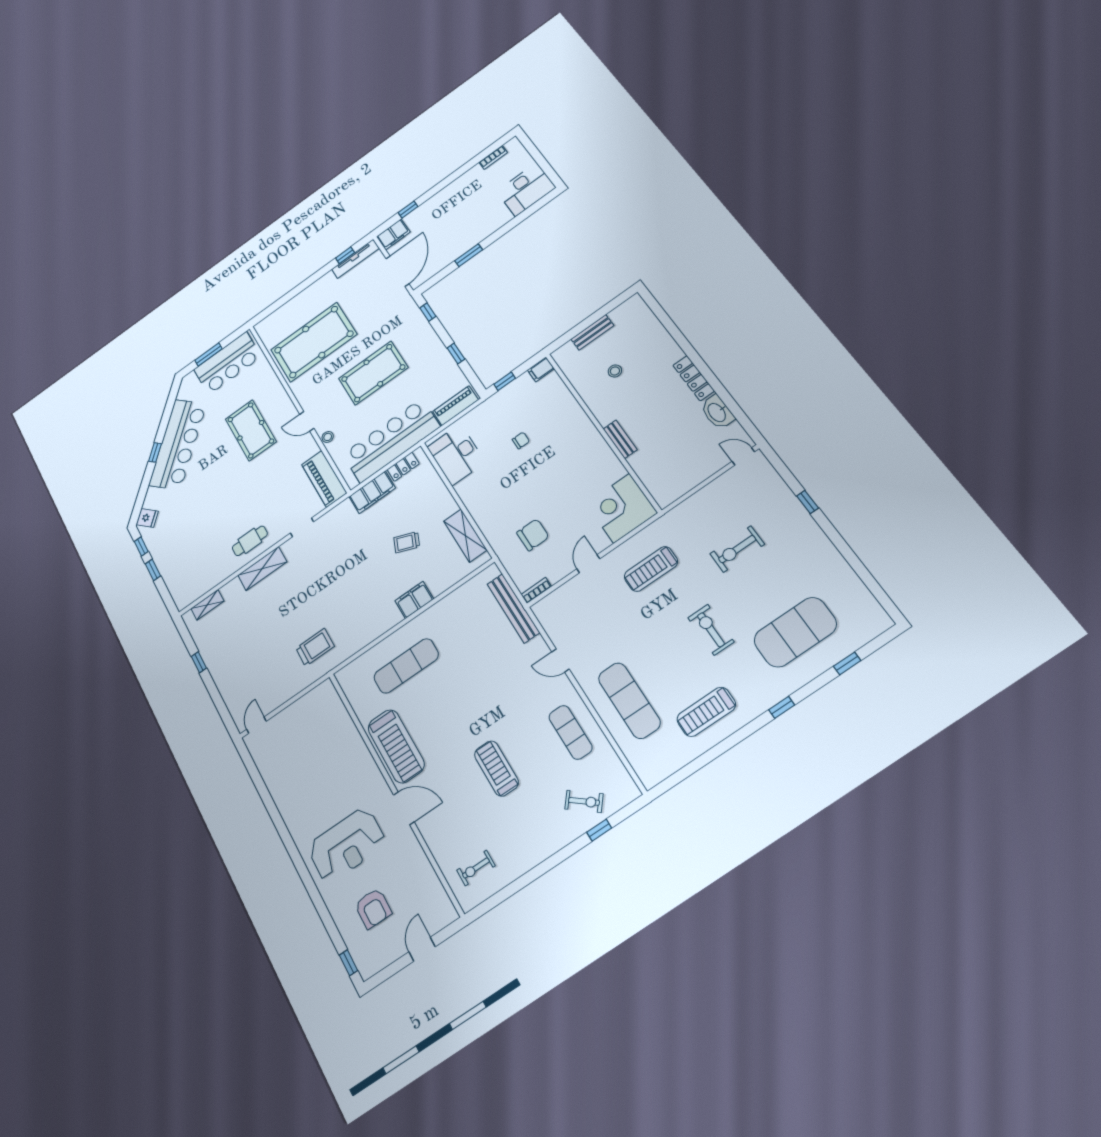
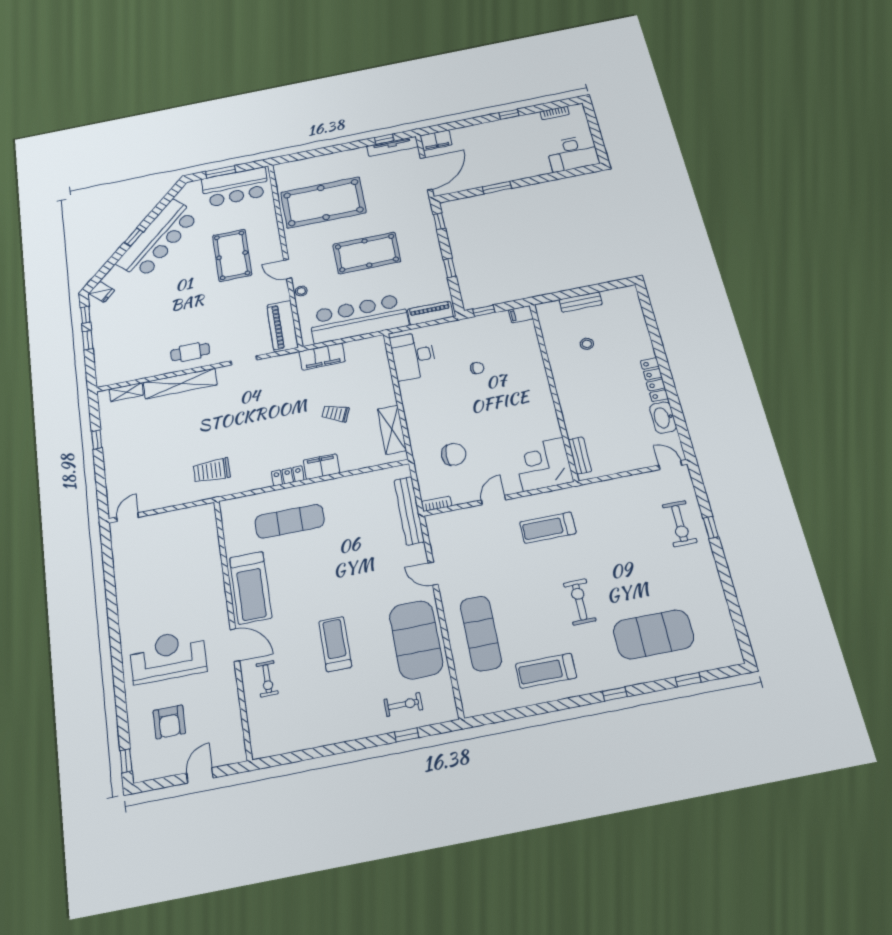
window: (408, 210) -> (509, 114), moved
bench: (620, 439) -> (580, 455), moved
locker: (403, 467) -> (288, 476), moved, turned 180
exercise bike: (737, 549) -> (680, 524), moved, turned -90
shelving: (262, 569) -> (180, 384), width x1.47
trolley: (315, 647) -> (212, 471), turned 180
exercise mat: (570, 732) -> (416, 640), width x2.00, depth x1.45
exercise bike: (584, 801) -> (403, 704), turned -39
reception desk: (347, 845) -> (168, 656), turned 180
exercise bike: (476, 868) -> (267, 679), moved, turned -90

